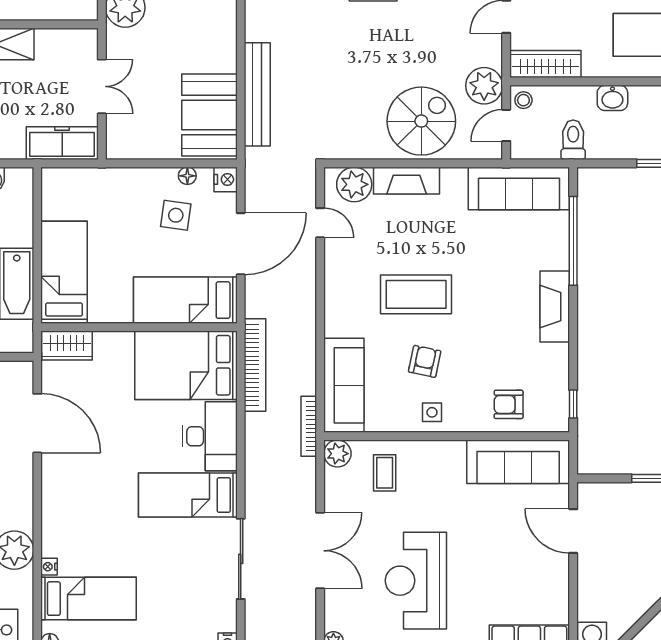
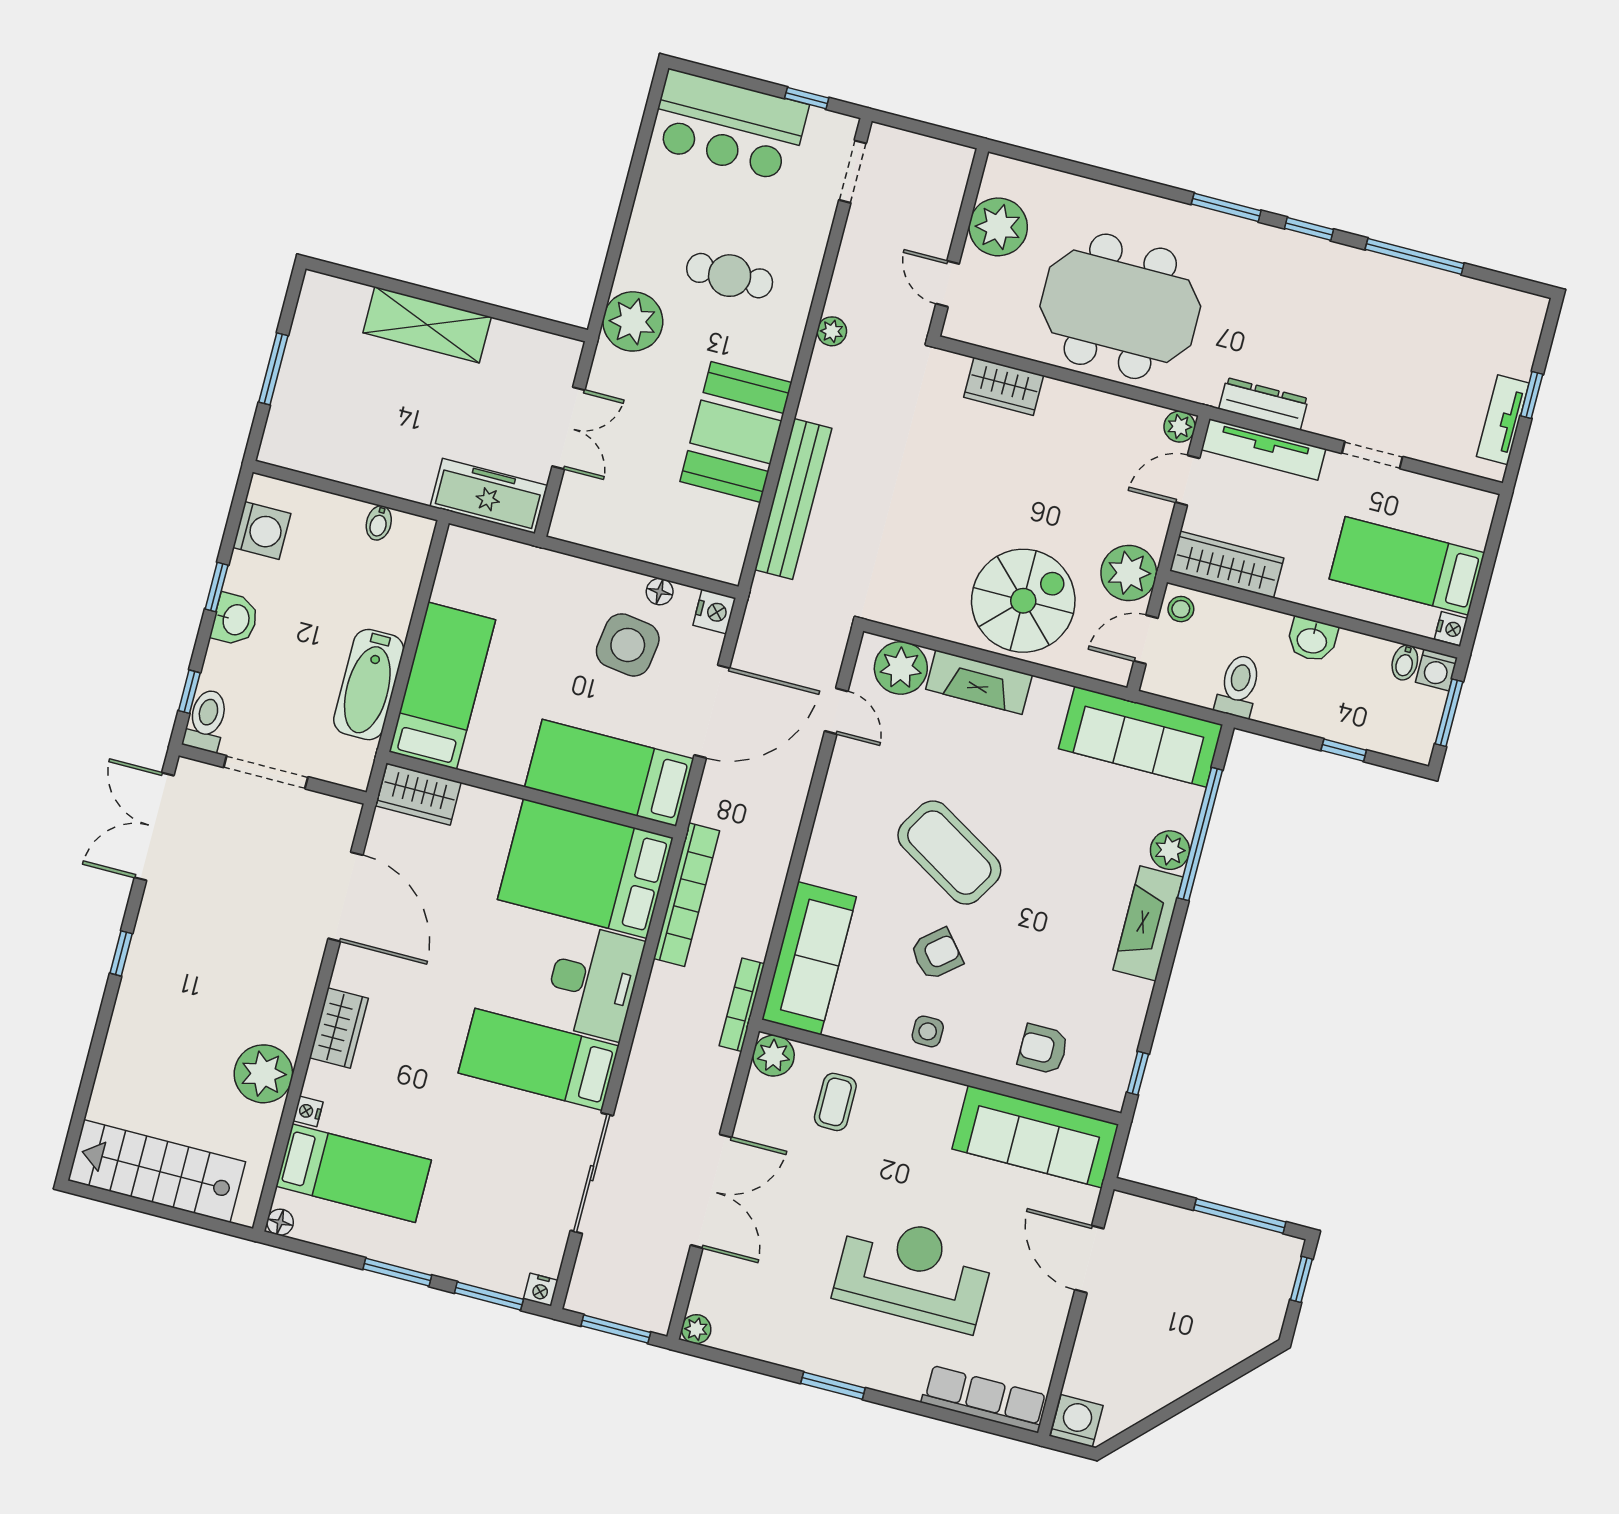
booth: (209, 115) -> (736, 432), moved
side table: (176, 215) -> (628, 645), width x1.37, depth x1.37
plant: (557, 256) -> (1170, 850), added
coffee table: (416, 294) -> (949, 853), turned 31
armchair: (425, 361) -> (936, 954), turned 38
wardrobe: (55, 508) -> (339, 1028), added
reception desk: (416, 581) -> (914, 1272), moved, turned 90

